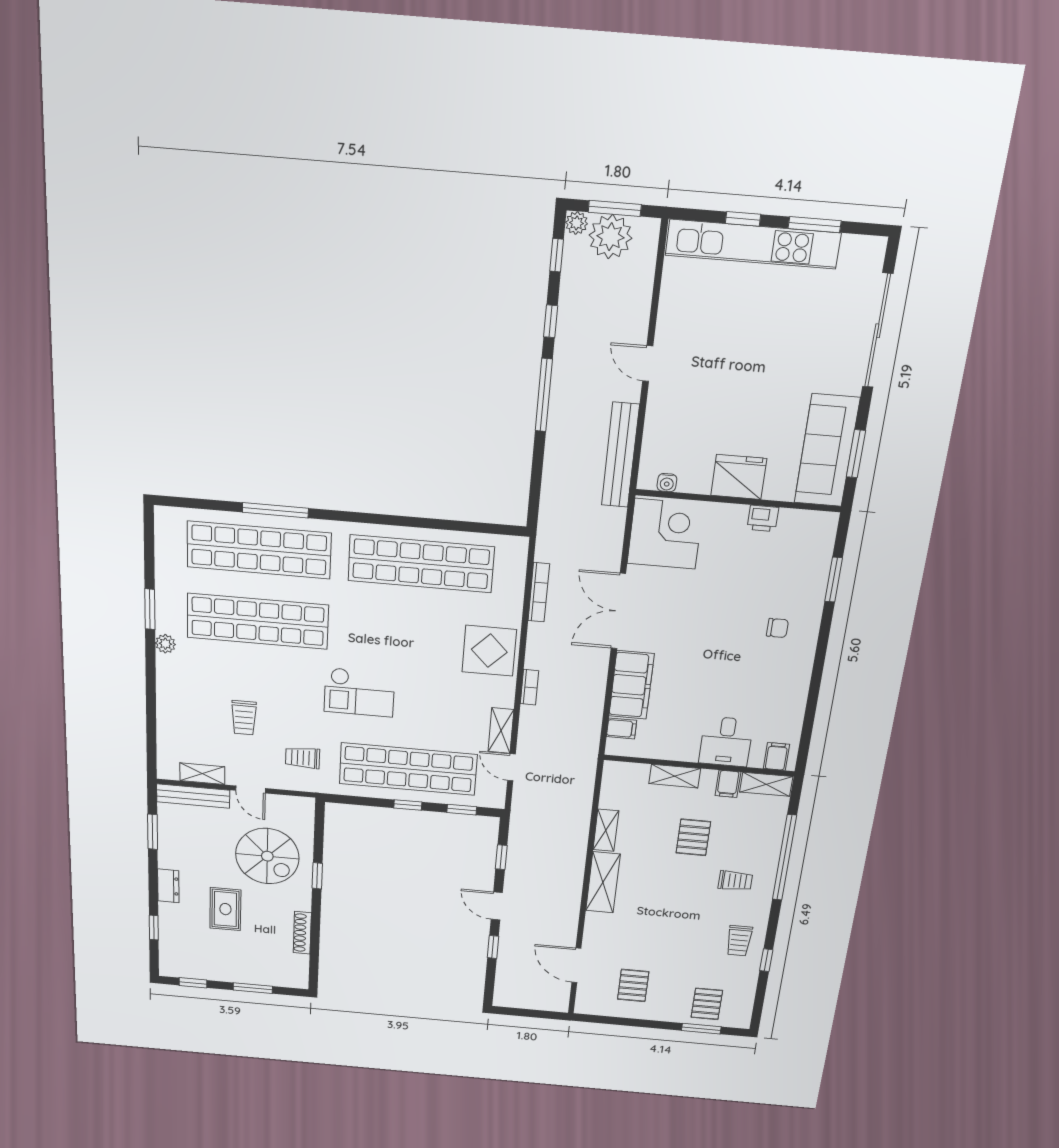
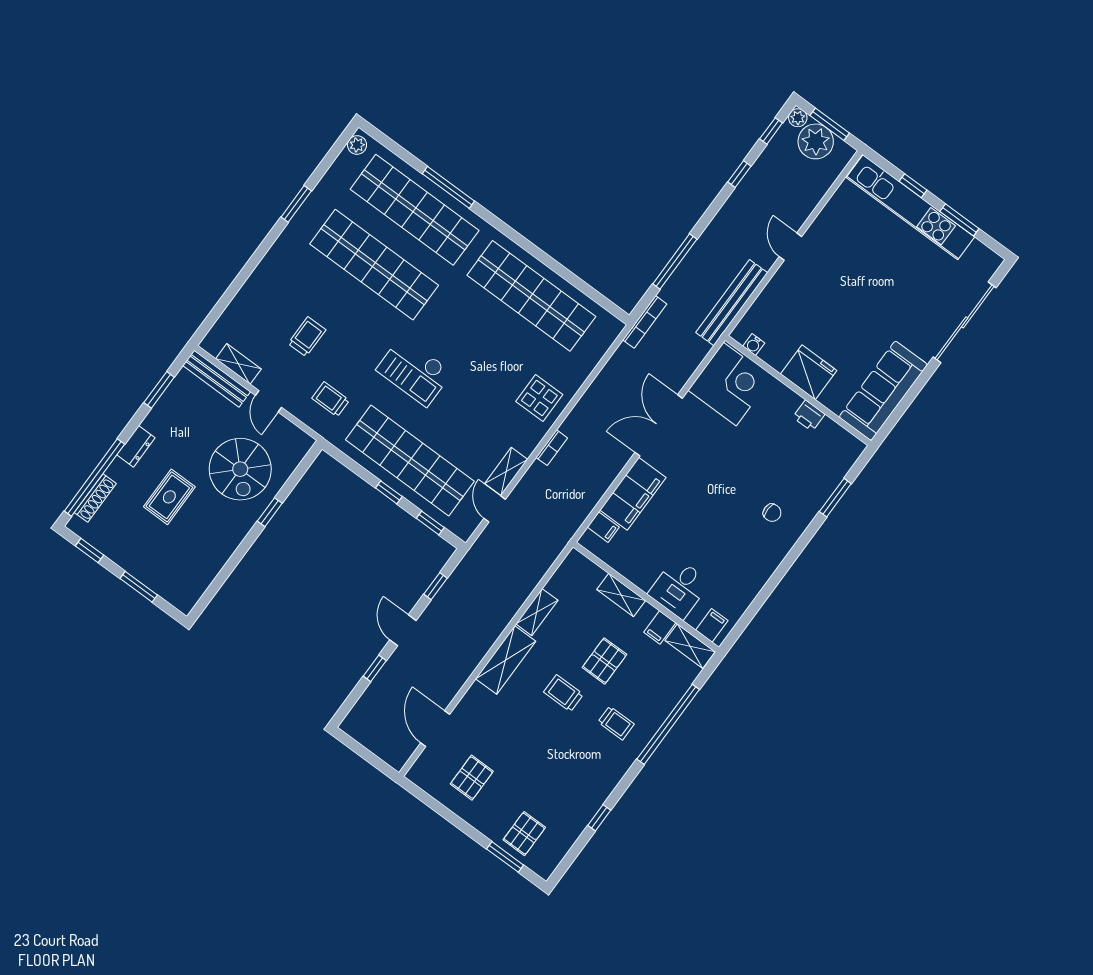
window: (544, 395) -> (675, 261), moved
window: (856, 454) -> (903, 406), removed
bookcase: (539, 592) -> (645, 322), moved
plant: (165, 644) -> (357, 145), moved
display table: (489, 651) -> (539, 398), width x0.73, depth x0.73
trolley: (244, 718) -> (307, 337), turned 180
window: (154, 928) -> (94, 478), width x3.17
shoe rack: (302, 933) -> (95, 498), moved, turned 180
trolley: (739, 941) -> (563, 693), moved, turned 90

